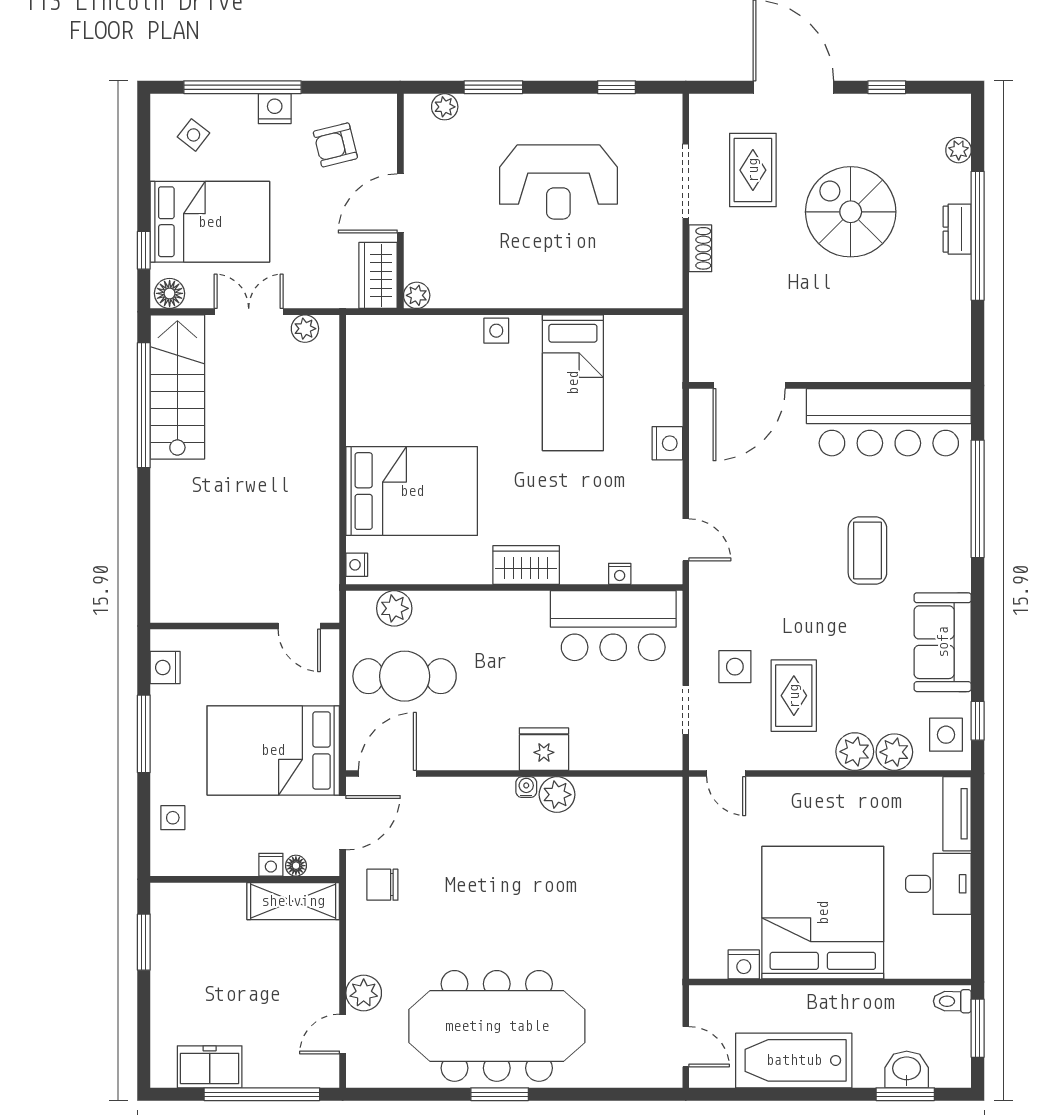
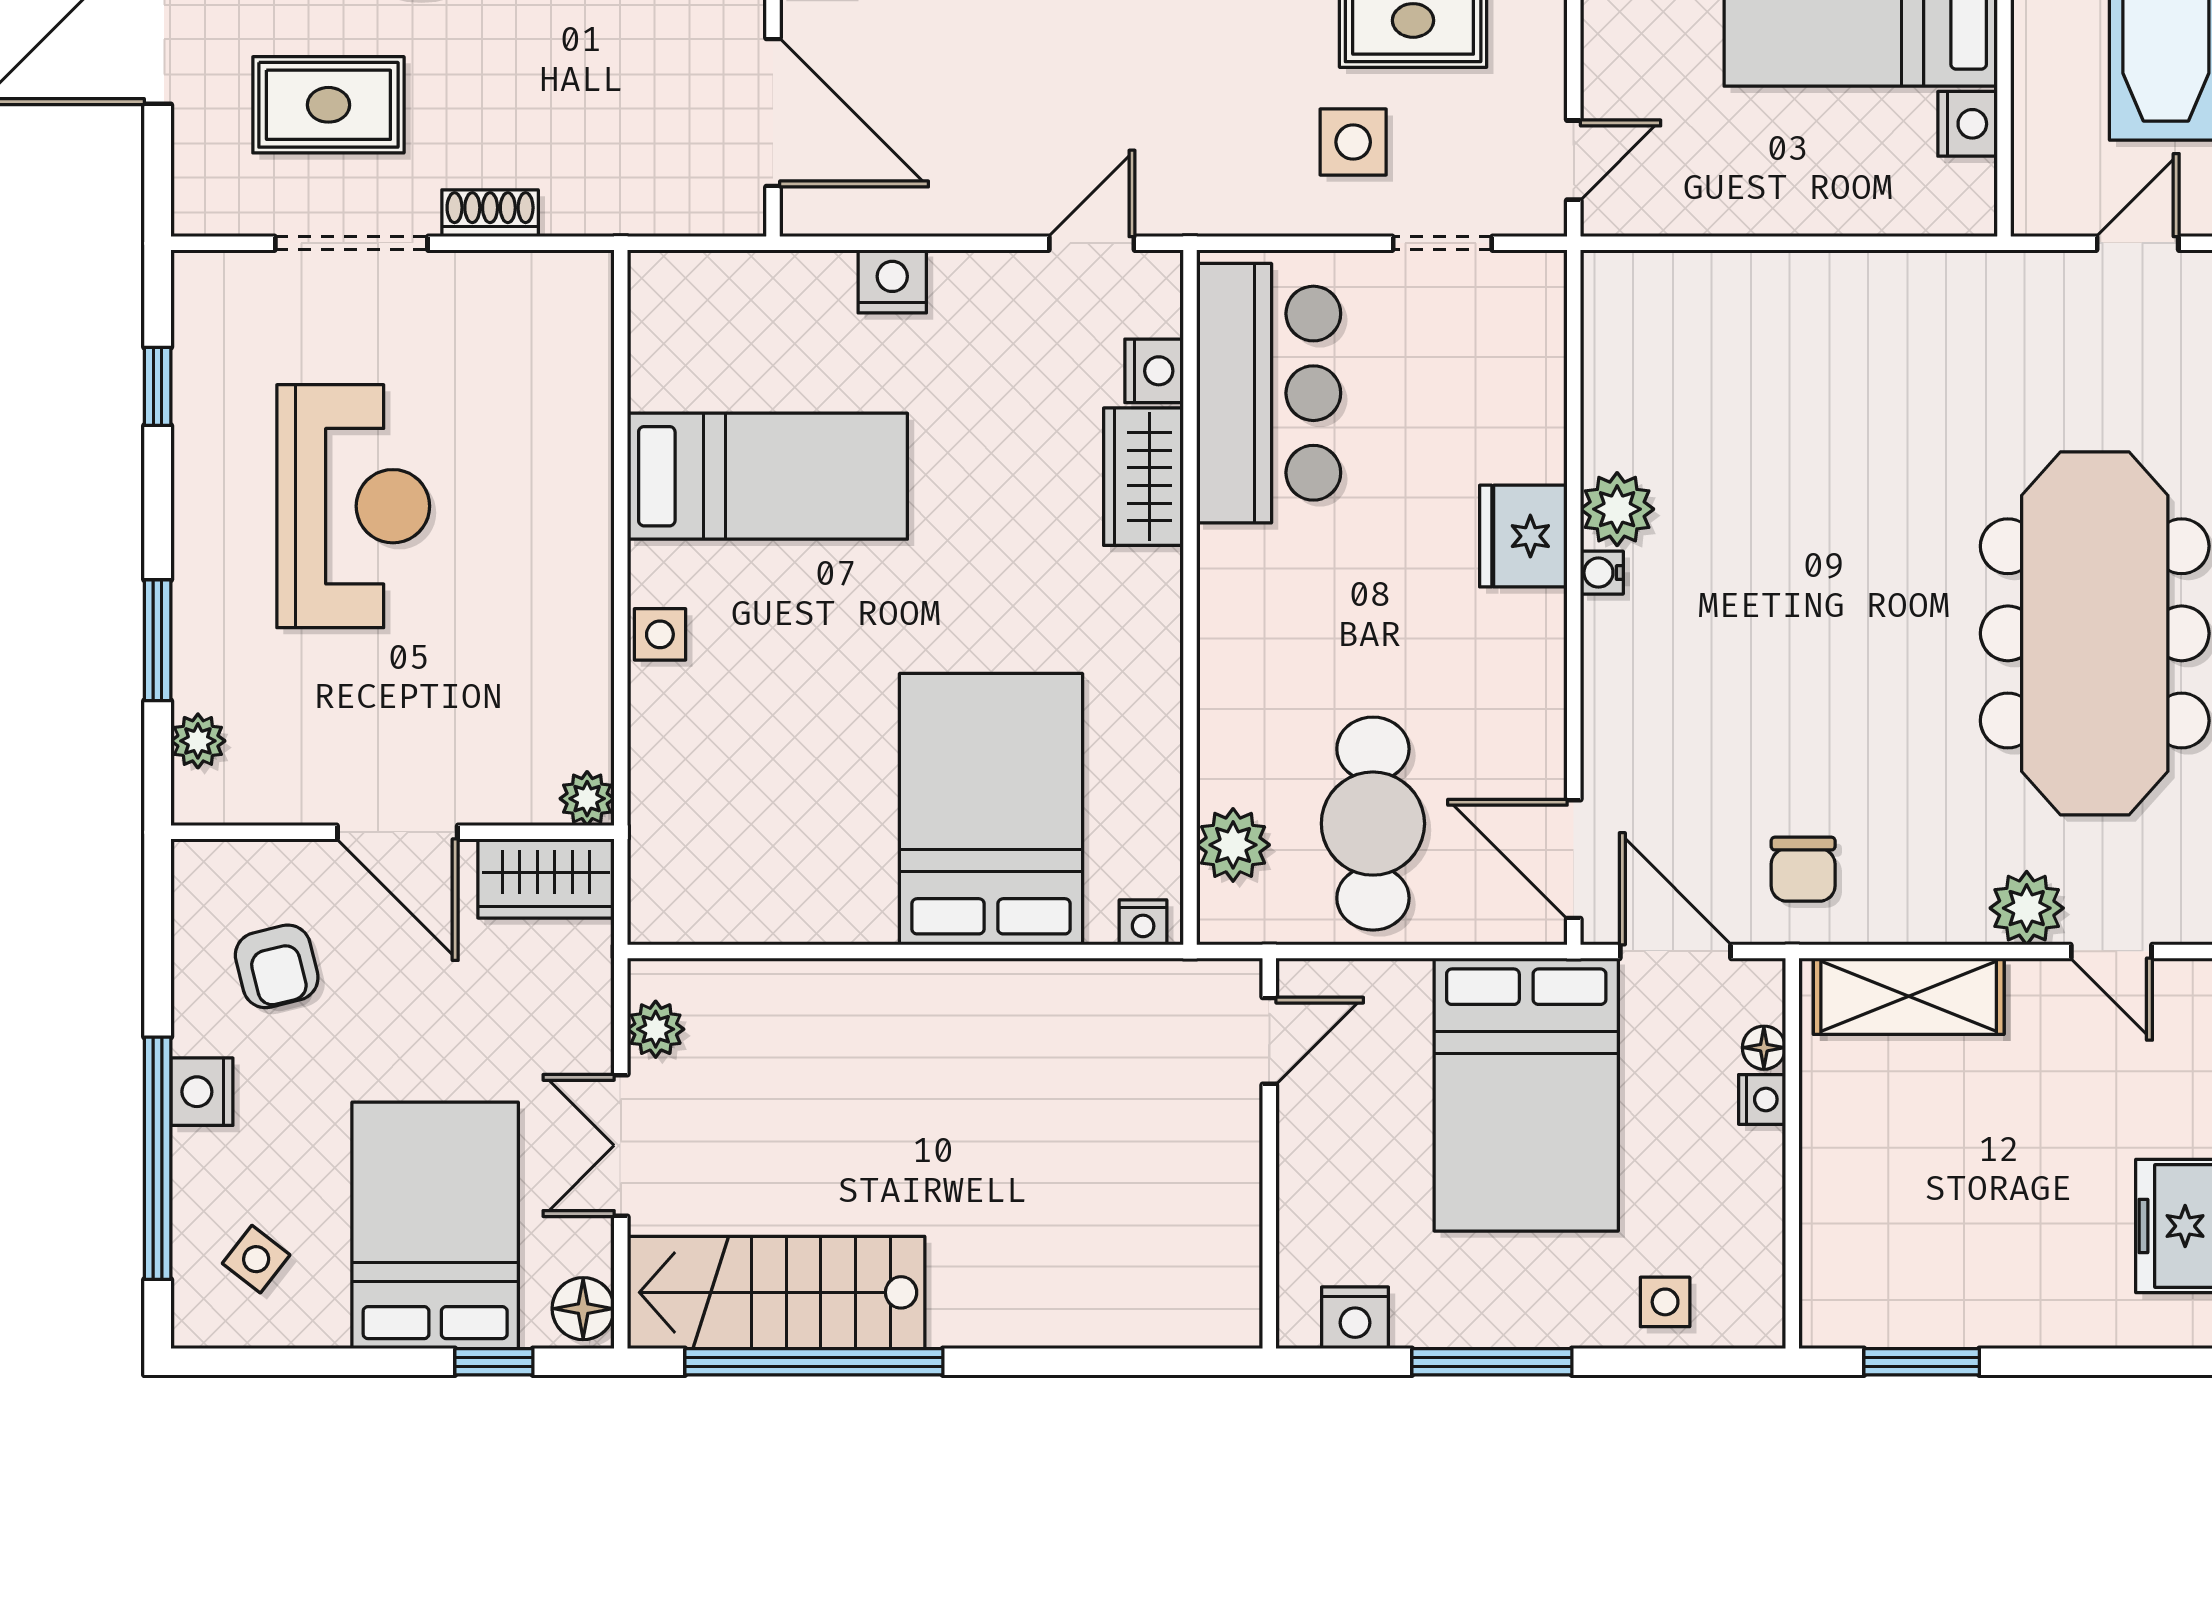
wardrobe: (526, 565) -> (1143, 477), moved
nightstand: (620, 574) -> (1154, 371), width x1.39, depth x1.35
shelving: (293, 901) -> (1909, 996), moved, turned 90

